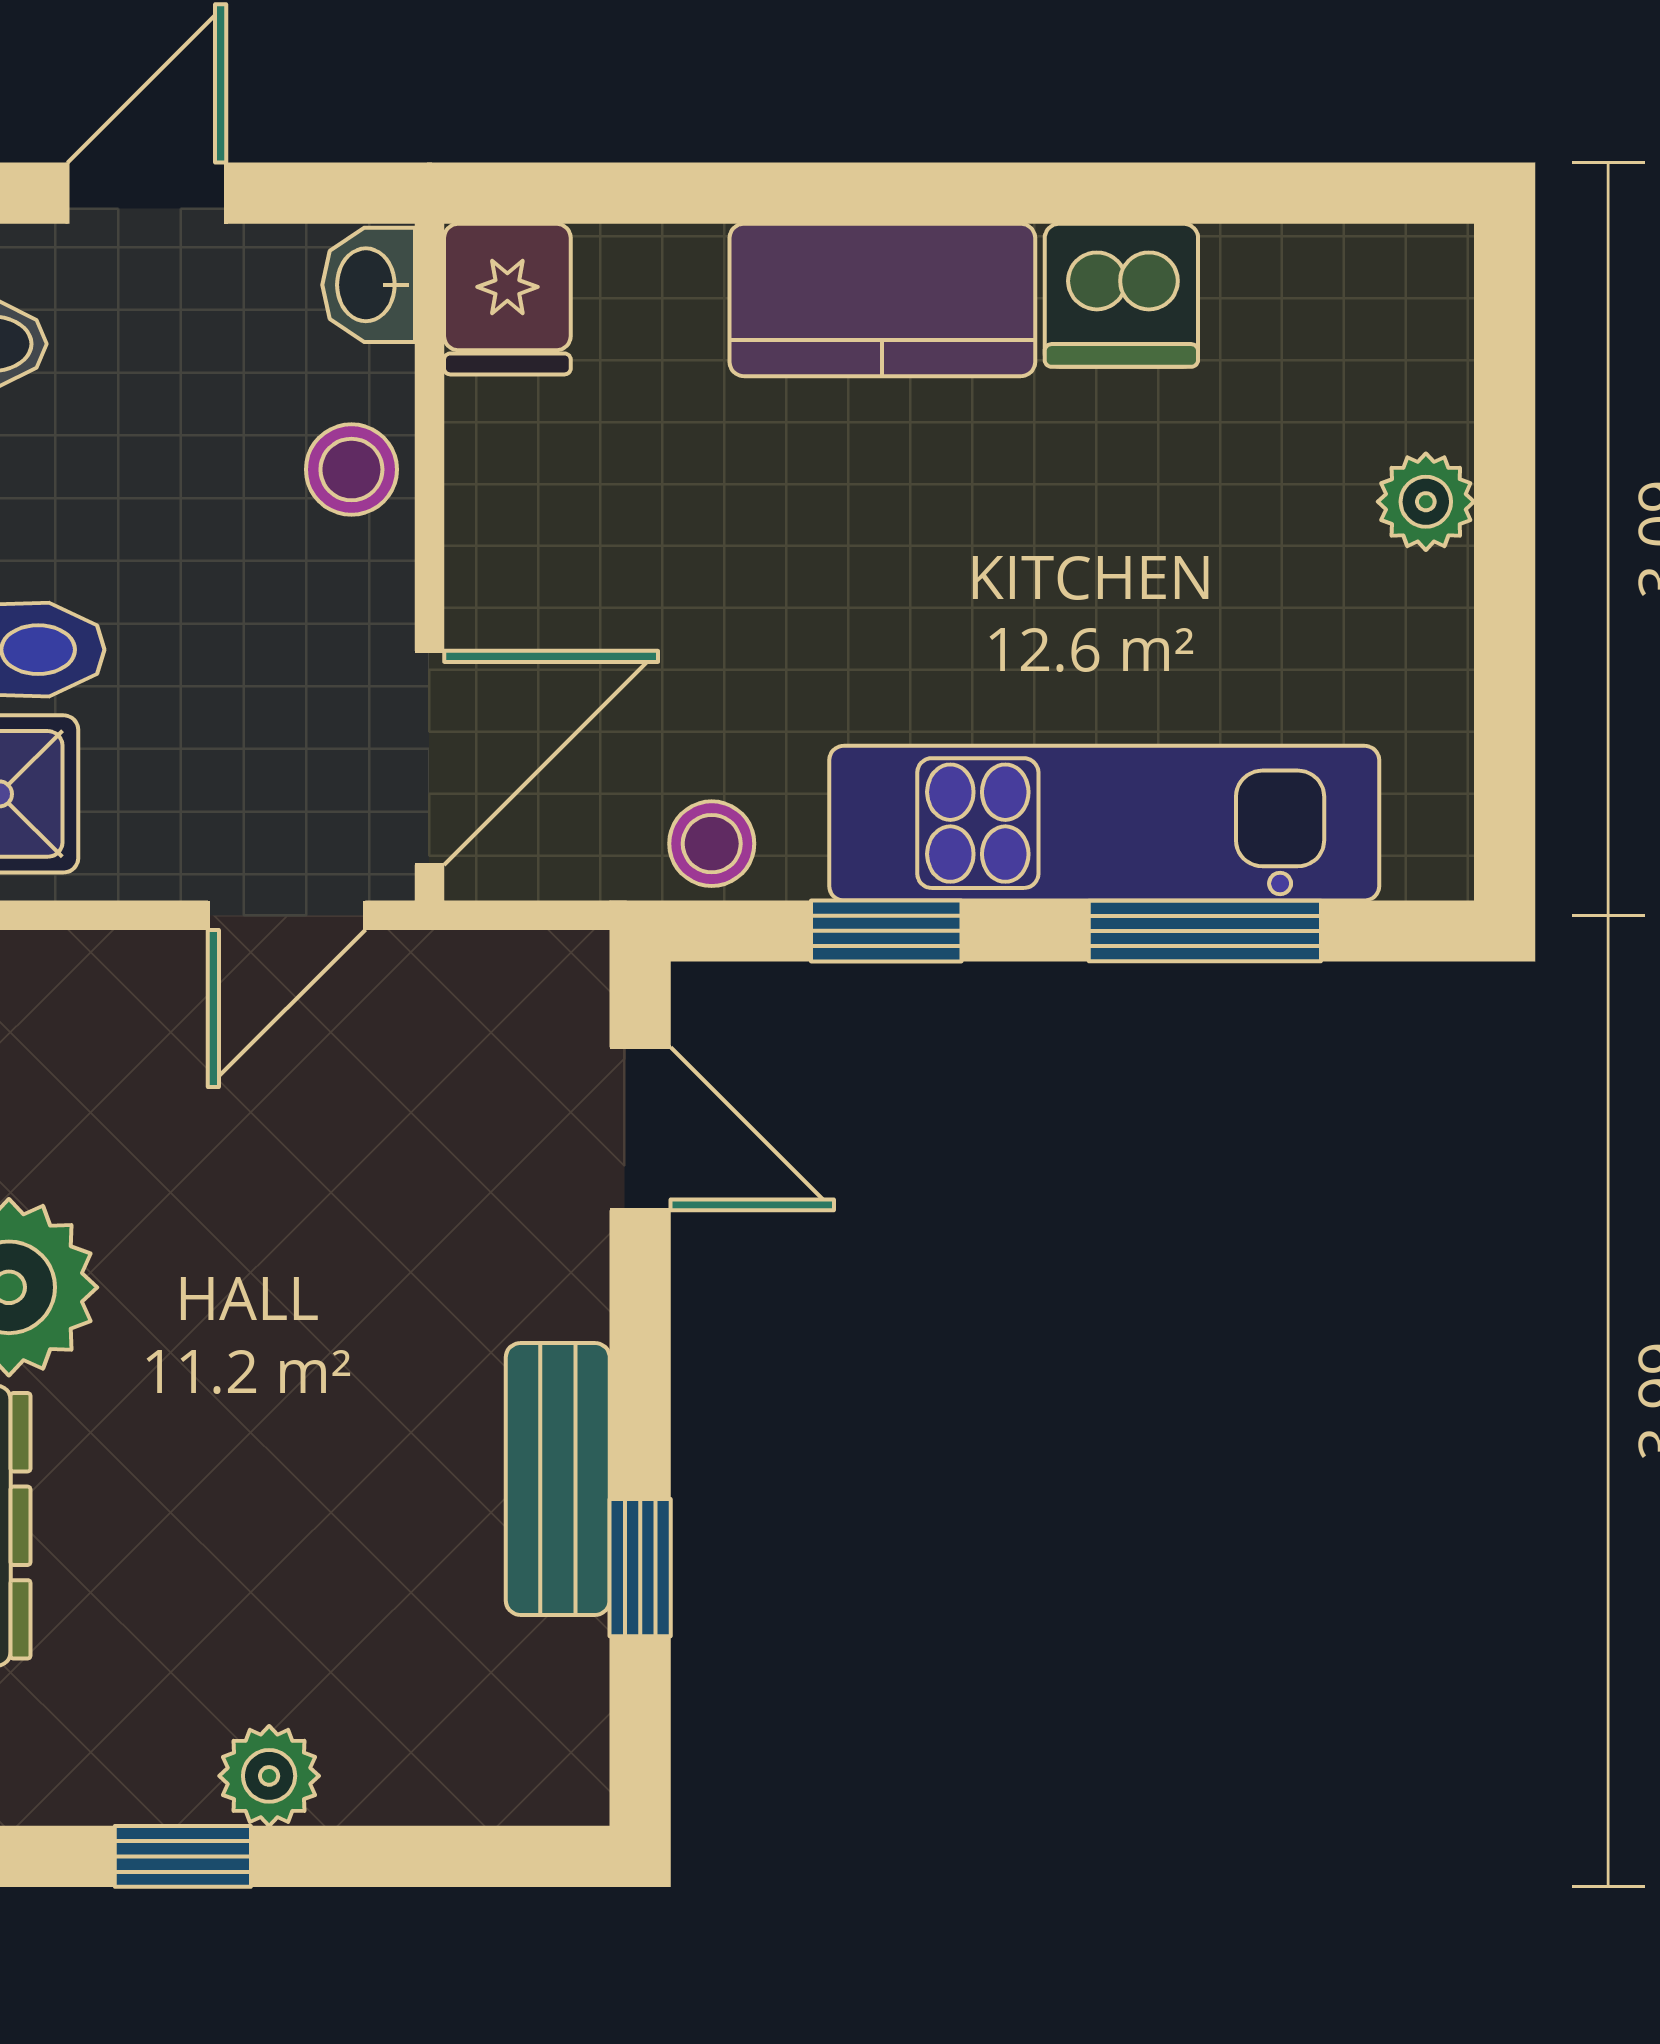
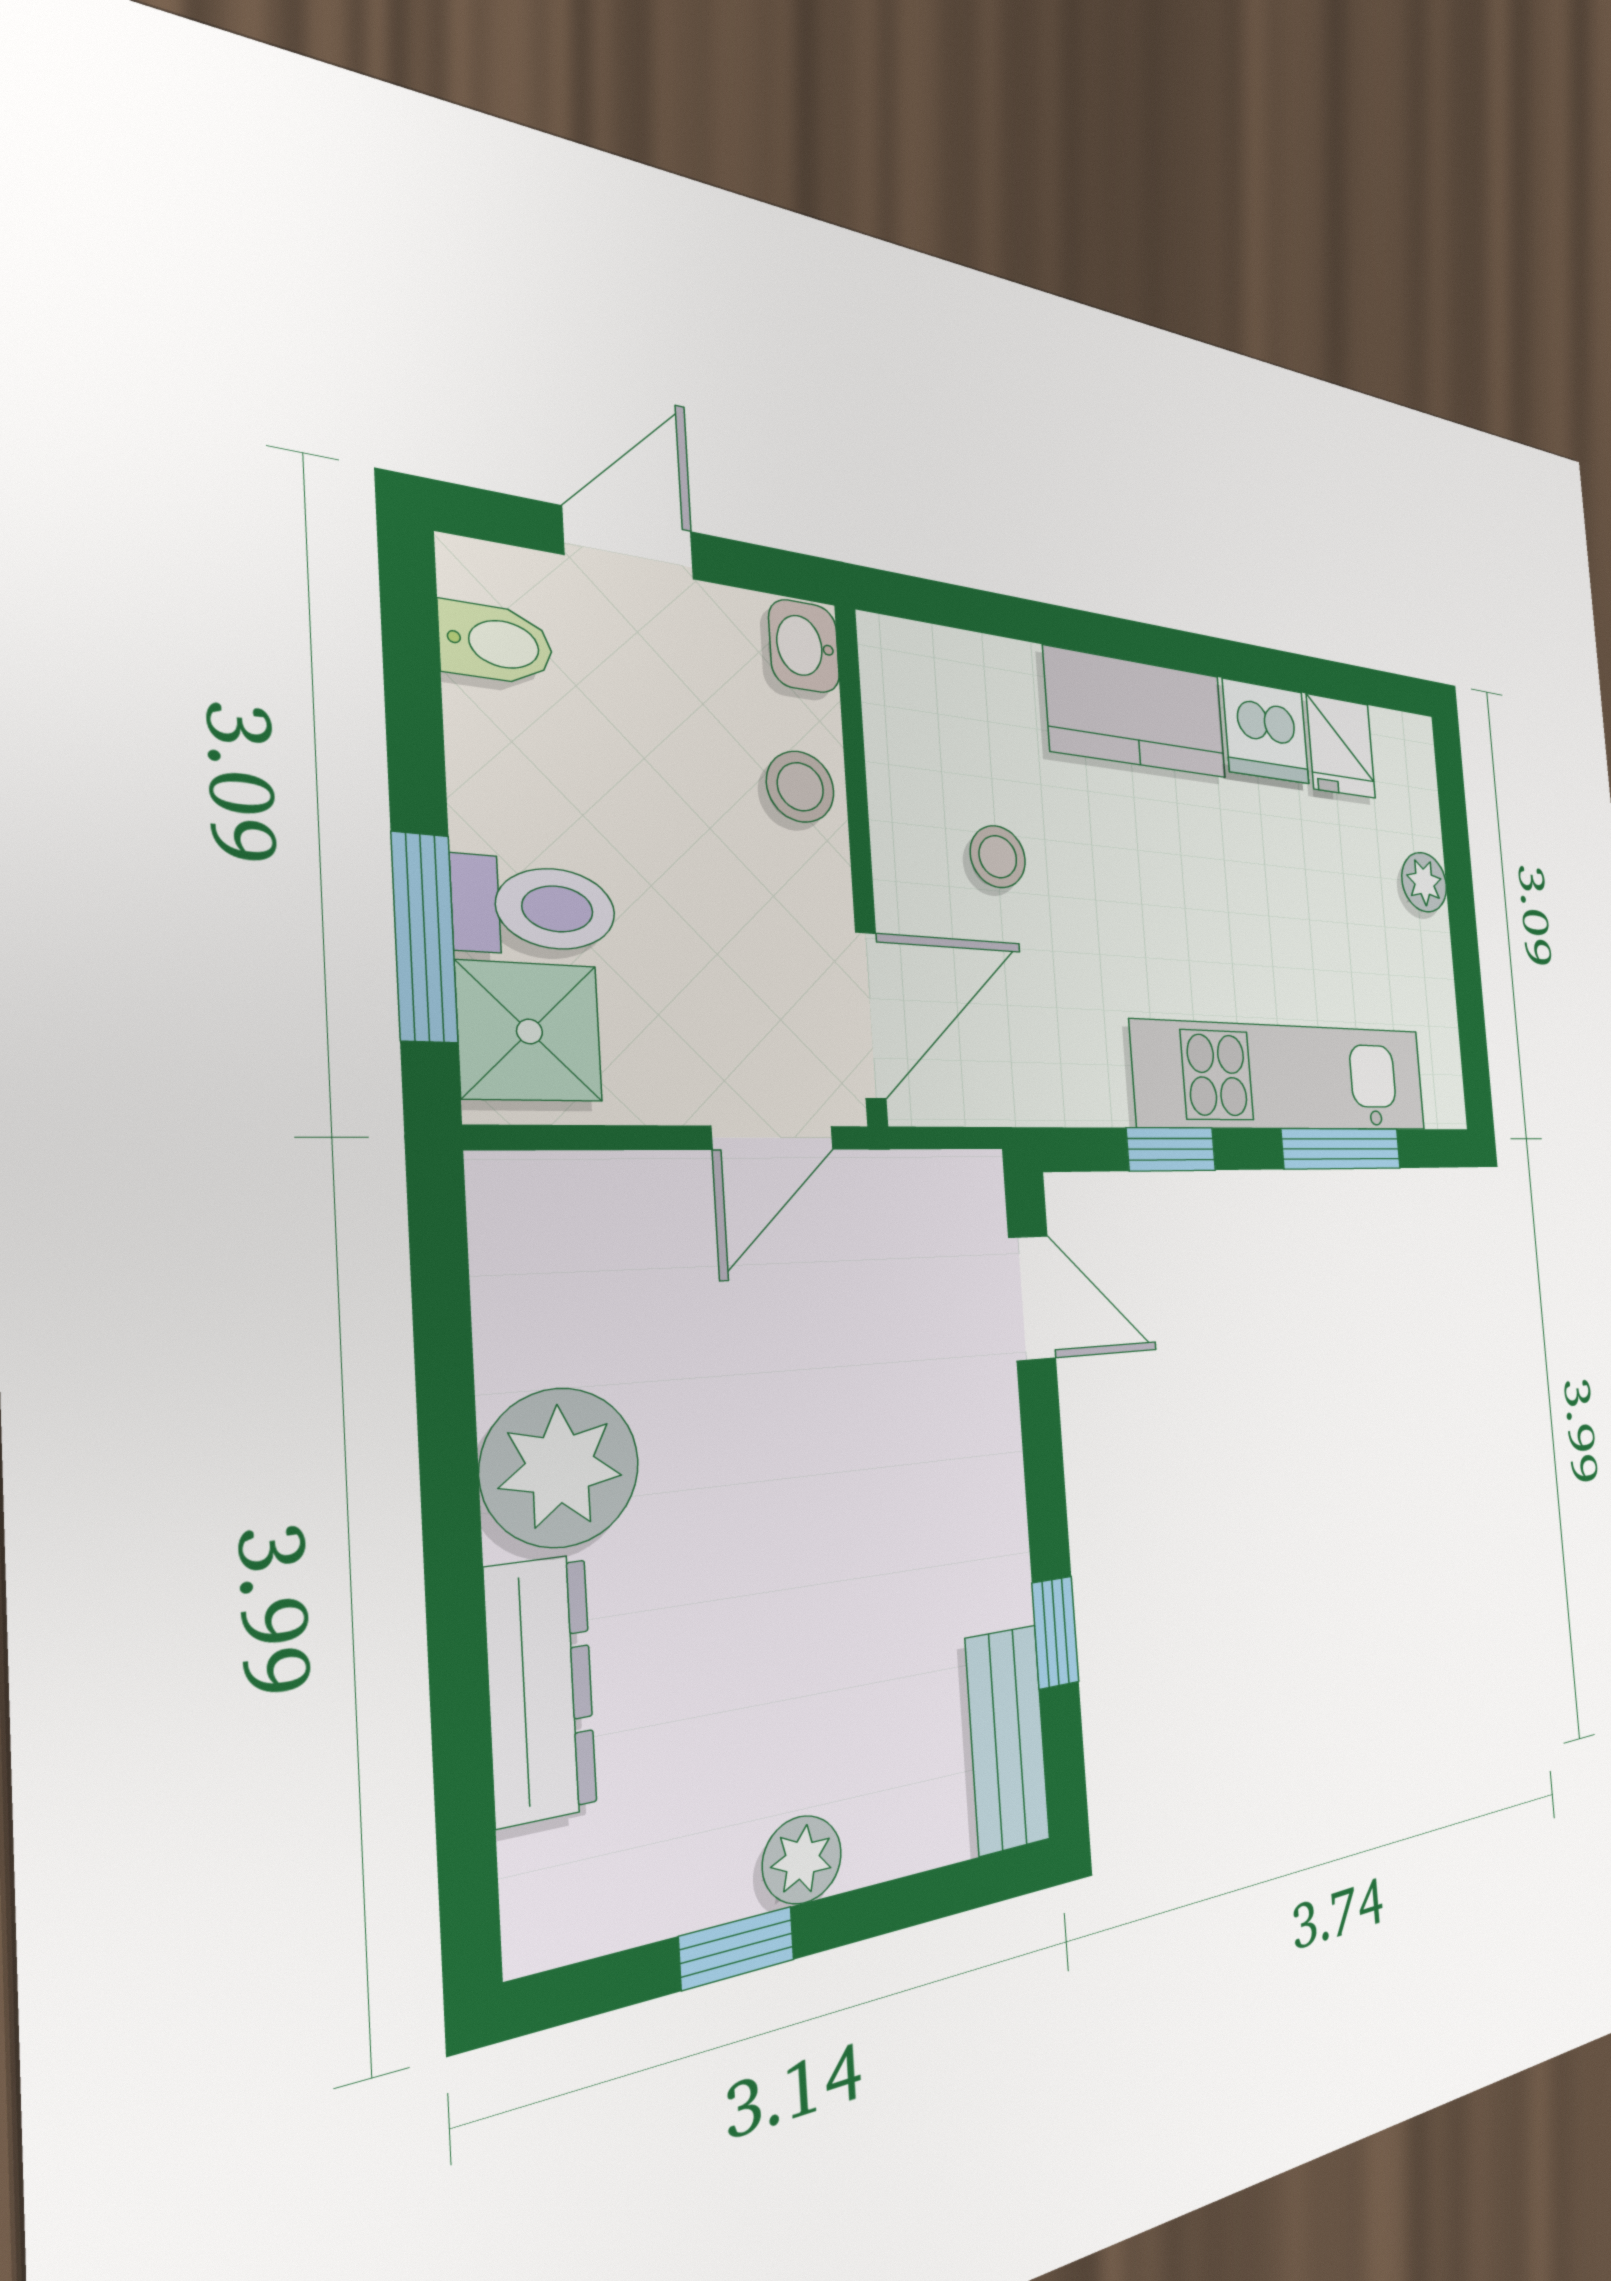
fridge: (507, 299) -> (1341, 746), moved
stool: (712, 844) -> (998, 857), moved
bench: (558, 1479) -> (1007, 1739), moved

